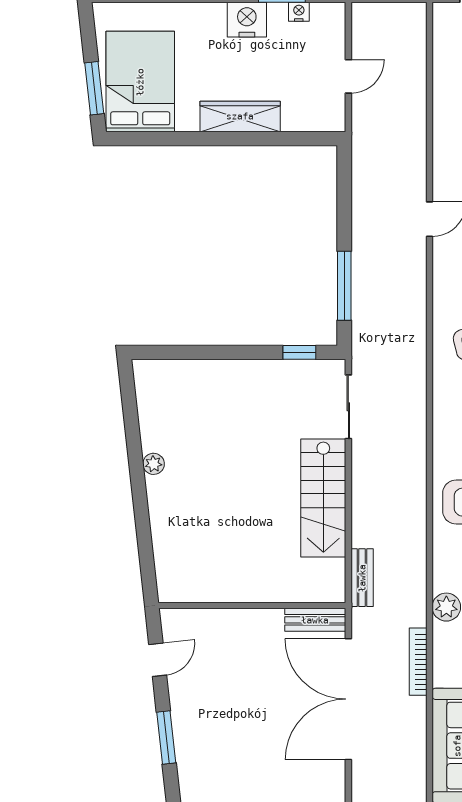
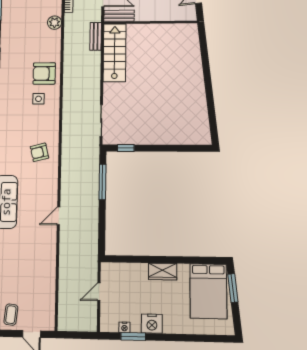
wardrobe: (240, 116) -> (163, 271), width x0.67
plant: (154, 464) -> (200, 92), removed
stairs: (323, 498) -> (115, 53), moved

